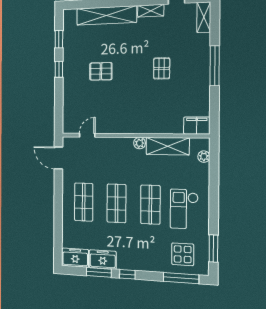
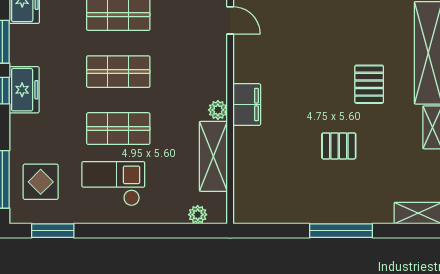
pallet: (101, 71) -> (369, 84), moved
filing cabinet: (197, 126) -> (247, 105), moved
freezer: (103, 259) -> (24, 90), moved

